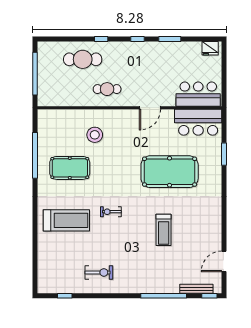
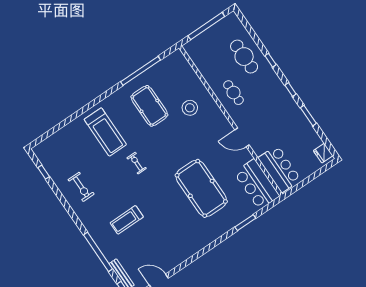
treadmill: (164, 230) -> (127, 220), moved

